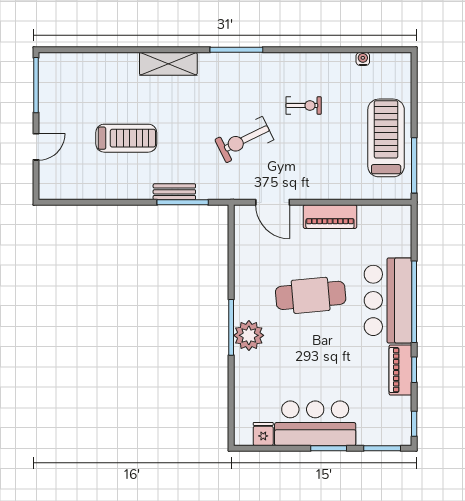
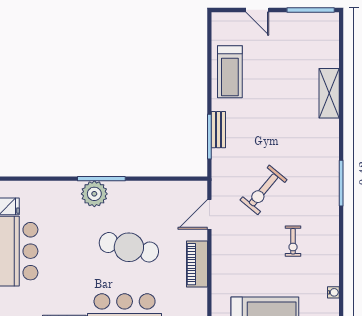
shelving: (168, 64) -> (329, 93), moved
treadmill: (126, 138) -> (230, 72), moved
exercise bike: (244, 140) -> (264, 190), turned -114
cafe table: (311, 295) -> (129, 247), turned -72

